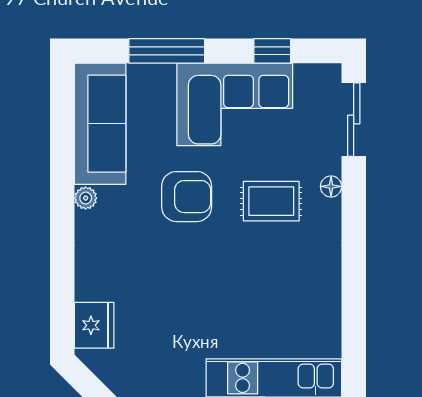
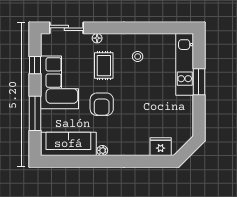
armchair: (187, 197) -> (102, 104), turned 180
stool: (291, 275) -> (138, 57), added

